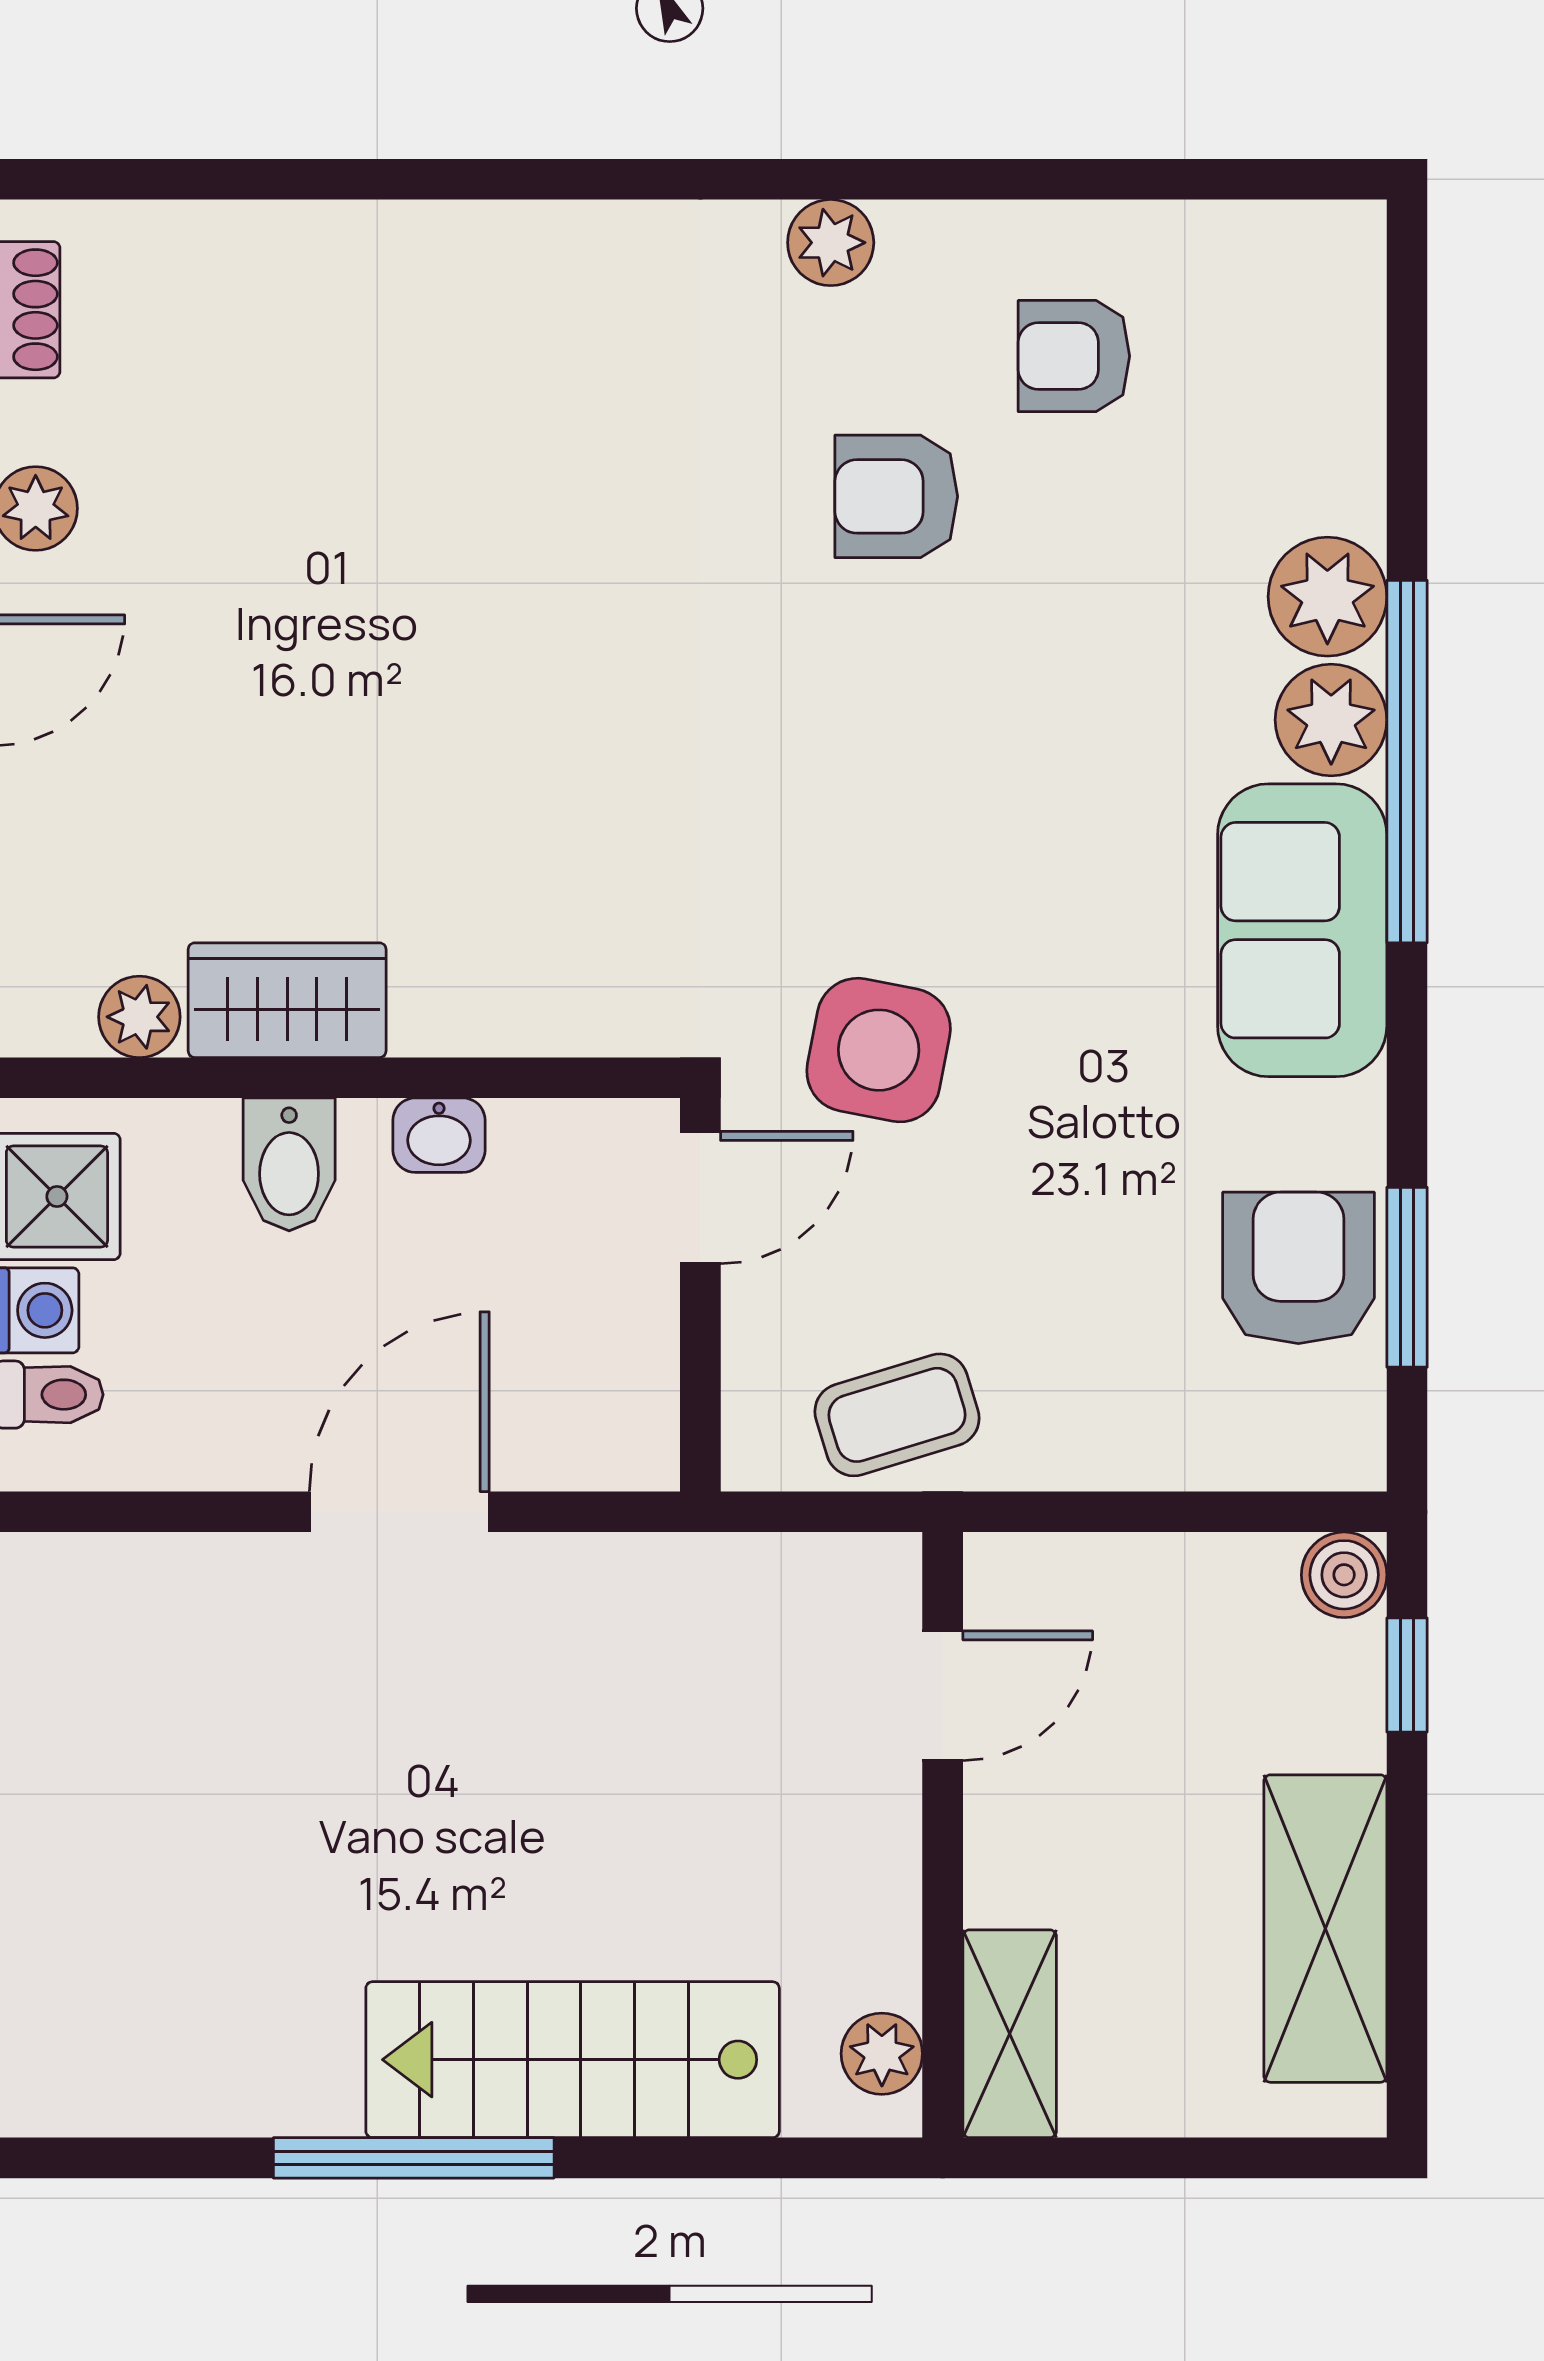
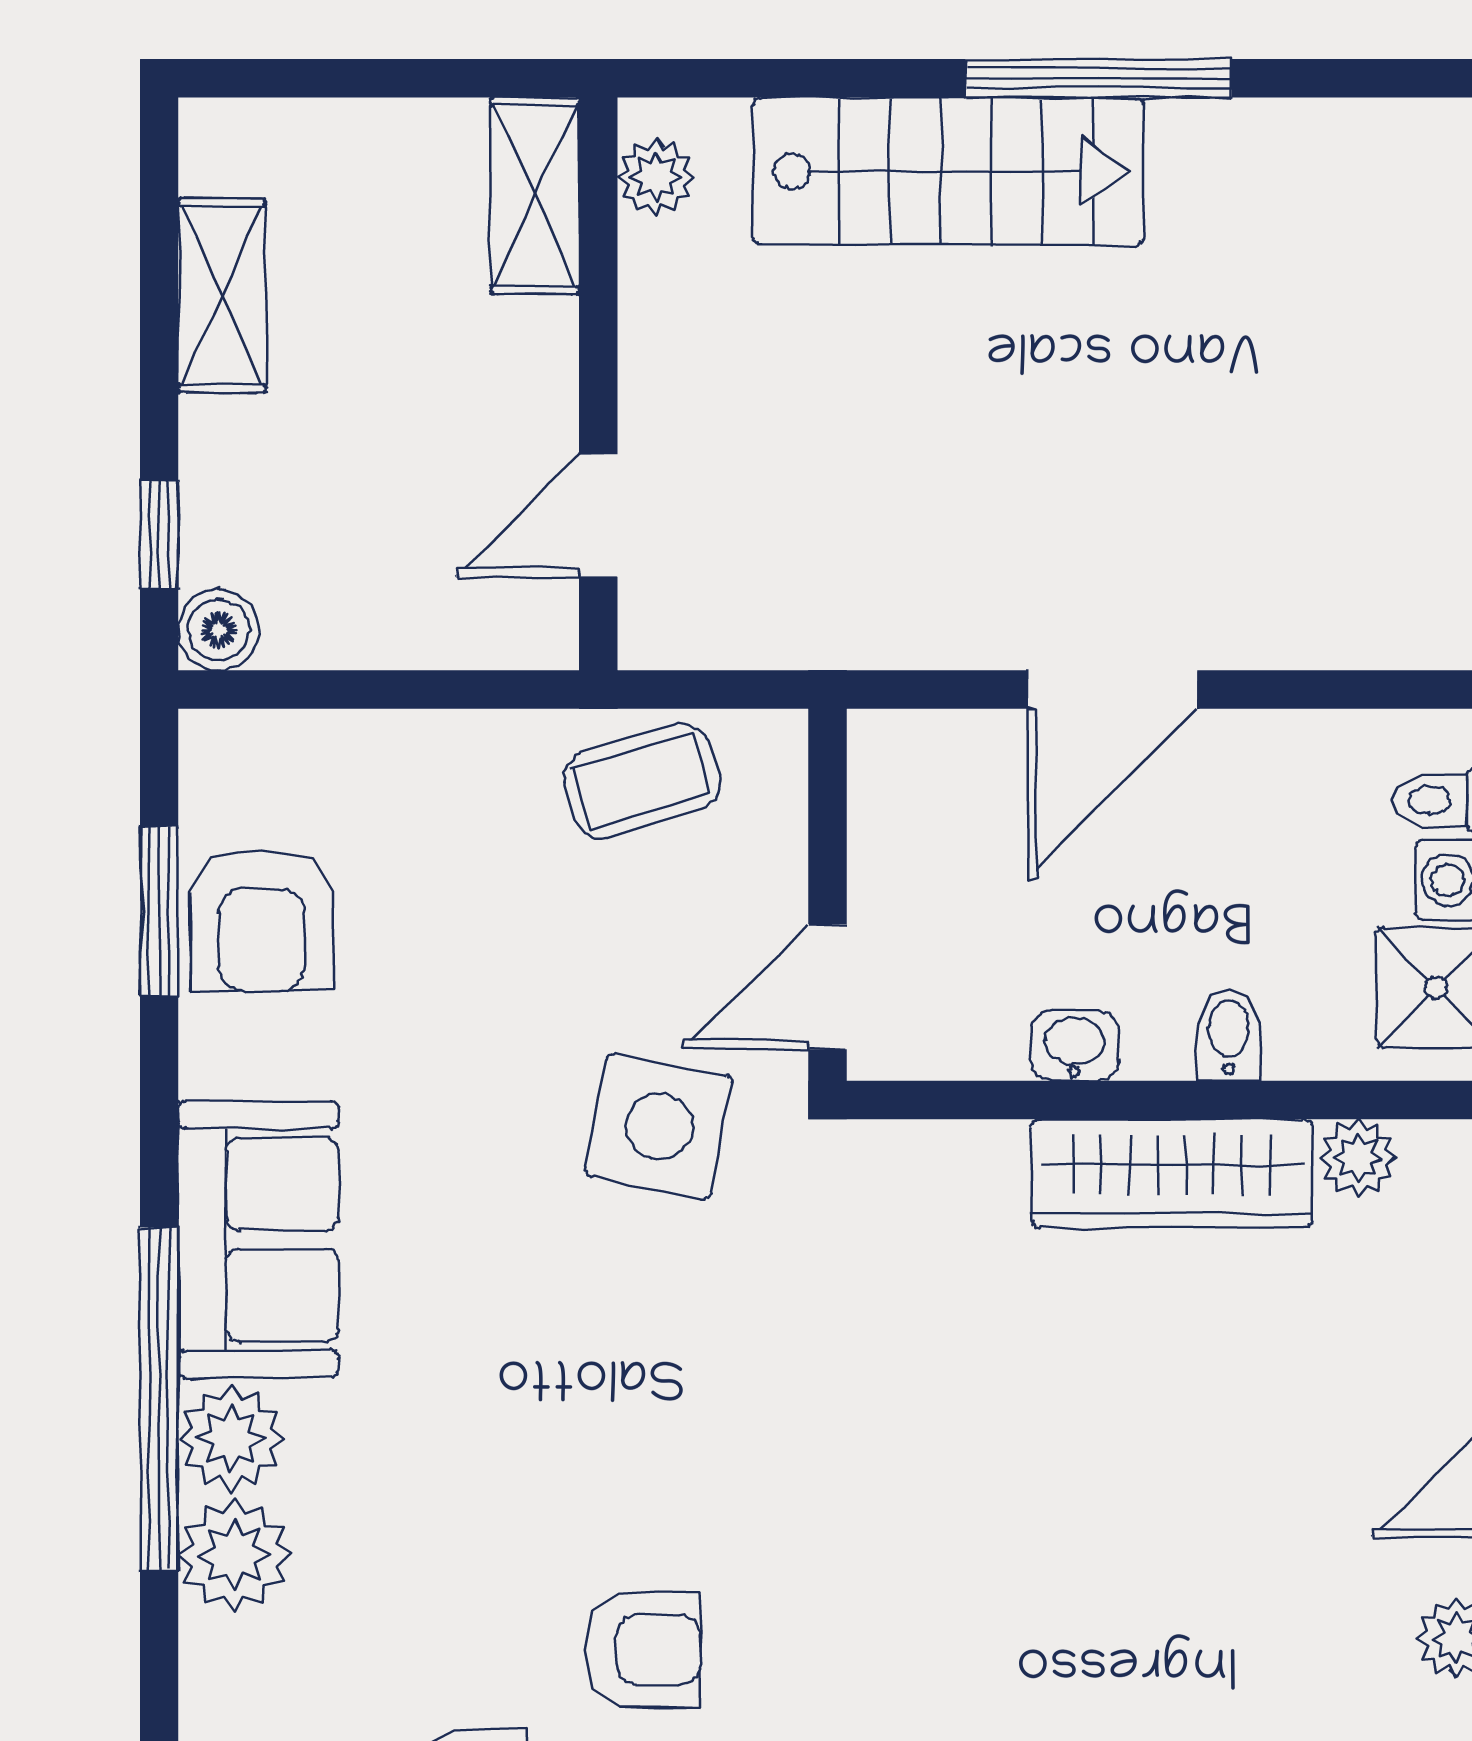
wardrobe: (287, 1000) -> (1172, 1173), width x1.50
bidet: (289, 1164) -> (1229, 1035), width x0.72, depth x0.74
shelving: (1325, 1929) -> (222, 295), width x0.67, depth x0.75

